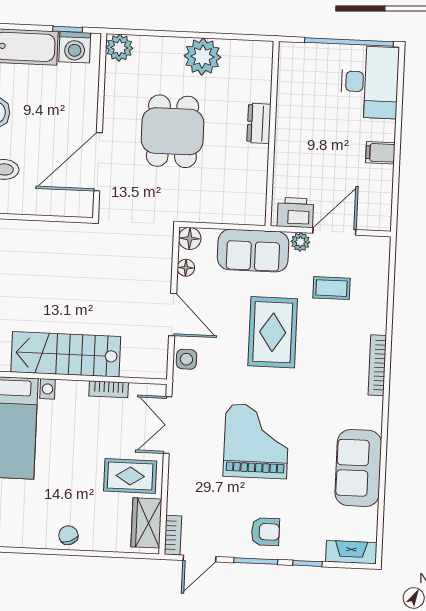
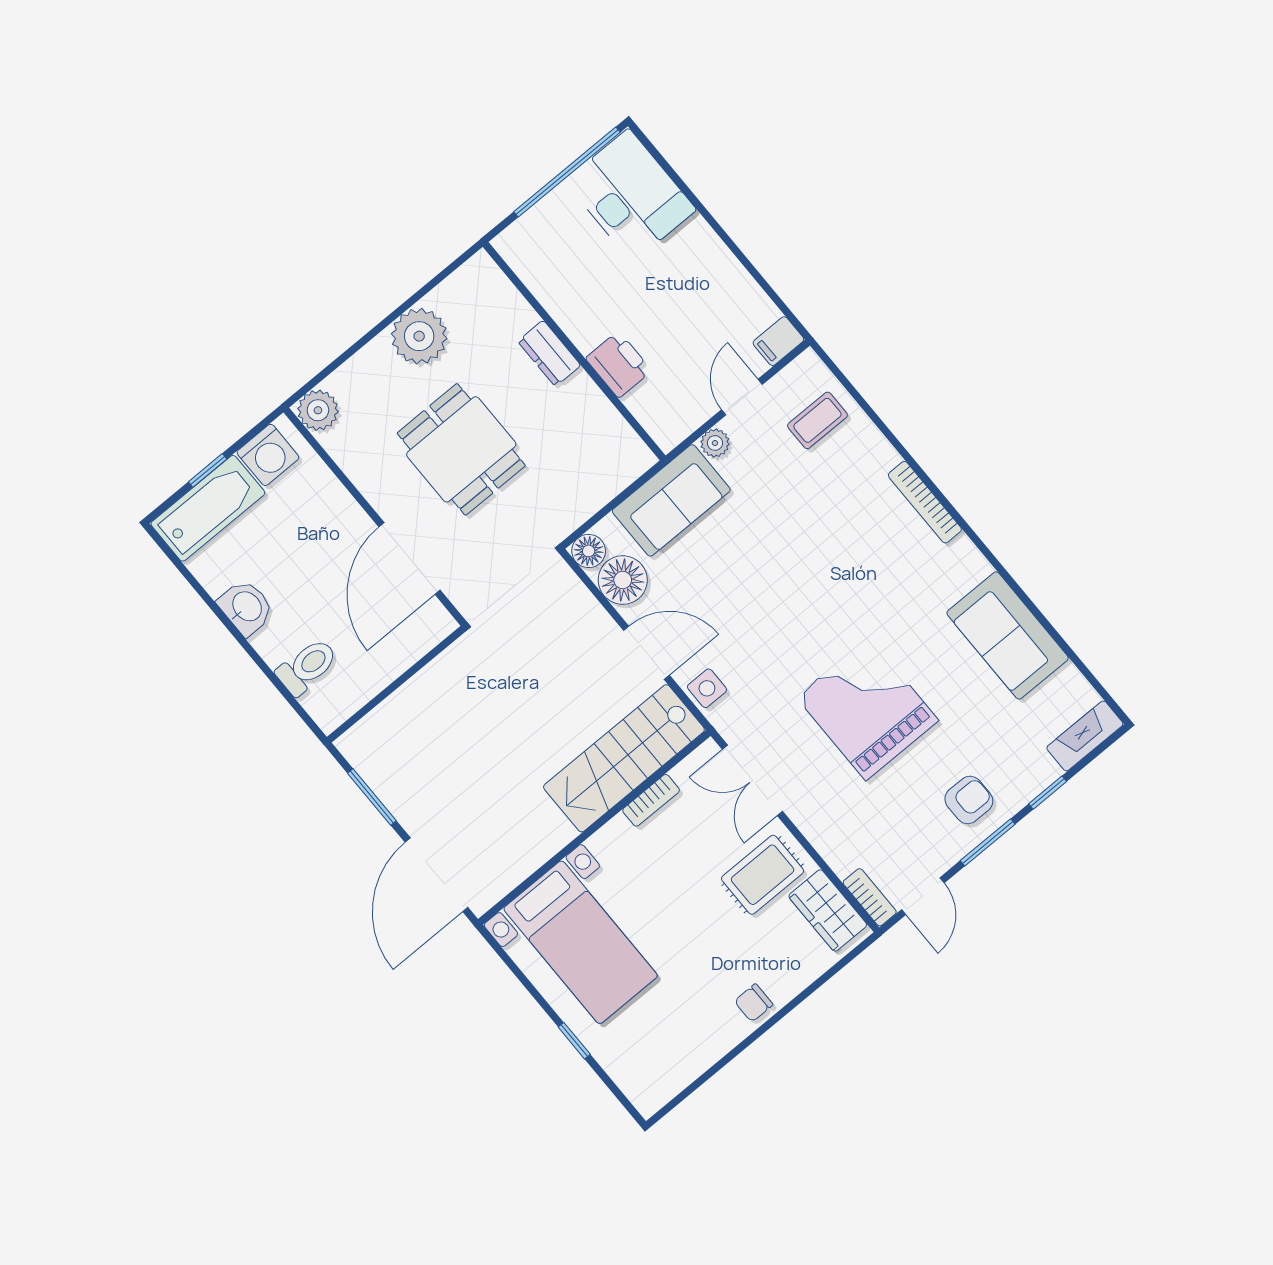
window: (68, 29) -> (208, 470), moved
filing cabinet: (380, 153) -> (778, 341), moved
printer: (295, 212) -> (619, 365), moved, turned 90
door: (334, 231) -> (742, 397), width x0.73
floor lamp: (186, 268) -> (623, 580), width x1.89, depth x1.89
coffee table: (331, 288) -> (817, 420), moved
rug: (273, 332) -> (775, 571), removed
stairs: (66, 354) -> (624, 758), moved
chair: (68, 535) -> (754, 1003), turned -68

